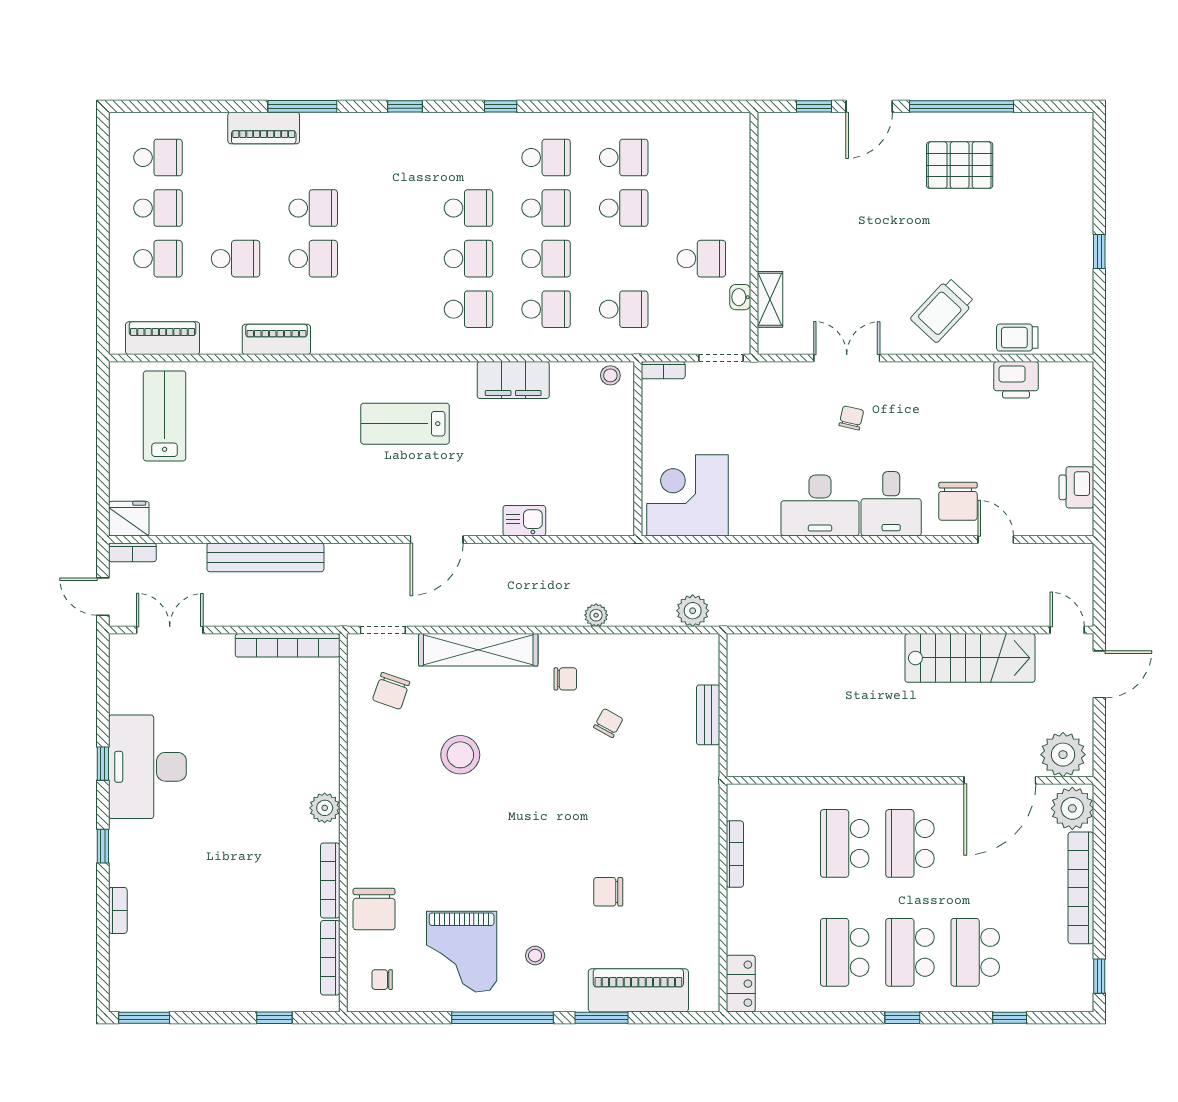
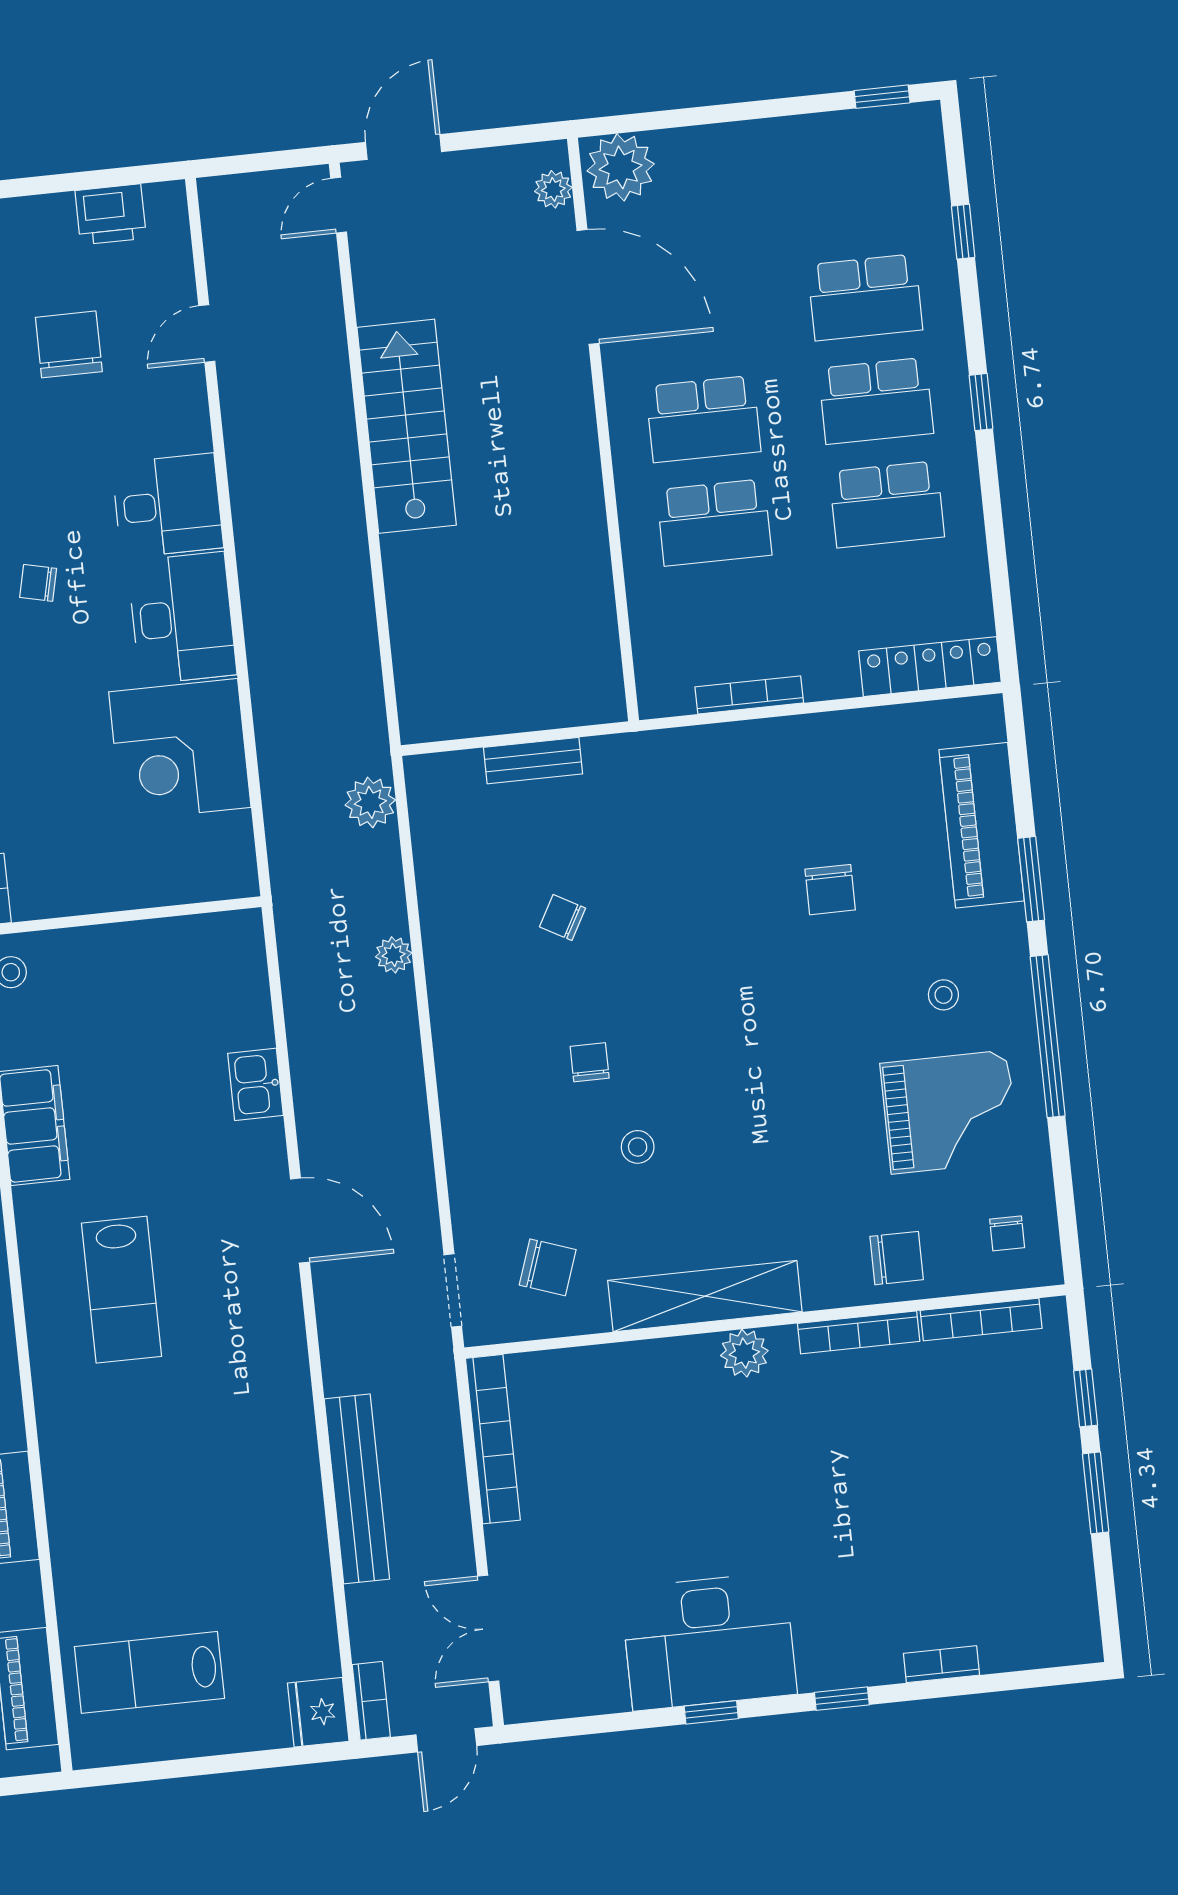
corner desk: (688, 495) -> (180, 750), moved
chair: (958, 501) -> (69, 344), moved, turned -90
shelving: (478, 650) -> (705, 1296), moved, turned 90
stairs: (970, 658) -> (407, 426), moved
door: (1099, 674) -> (403, 147), hinge flipped
chair: (565, 679) -> (590, 1062), moved
stool: (460, 755) -> (638, 1147), width x0.53, depth x0.53
plant: (1063, 755) -> (553, 189), width x0.53, depth x0.53
bookcase: (1081, 888) -> (745, 140), removed
chair: (374, 909) -> (897, 1258), width x0.73, depth x0.73
locker: (741, 984) -> (930, 667), width x1.53
window: (144, 1018) -> (1096, 1493), moved

